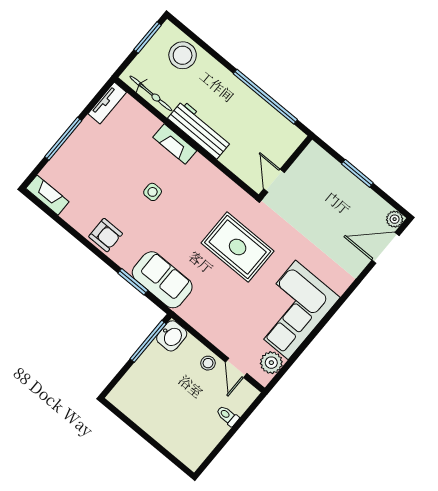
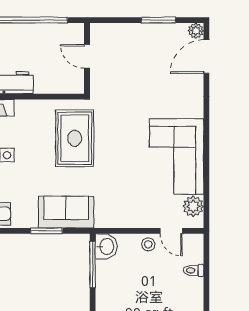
window: (357, 173) -> (158, 20), moved
door: (274, 181) -> (87, 56), moved
rug: (238, 247) -> (75, 138), moved, turned 90

